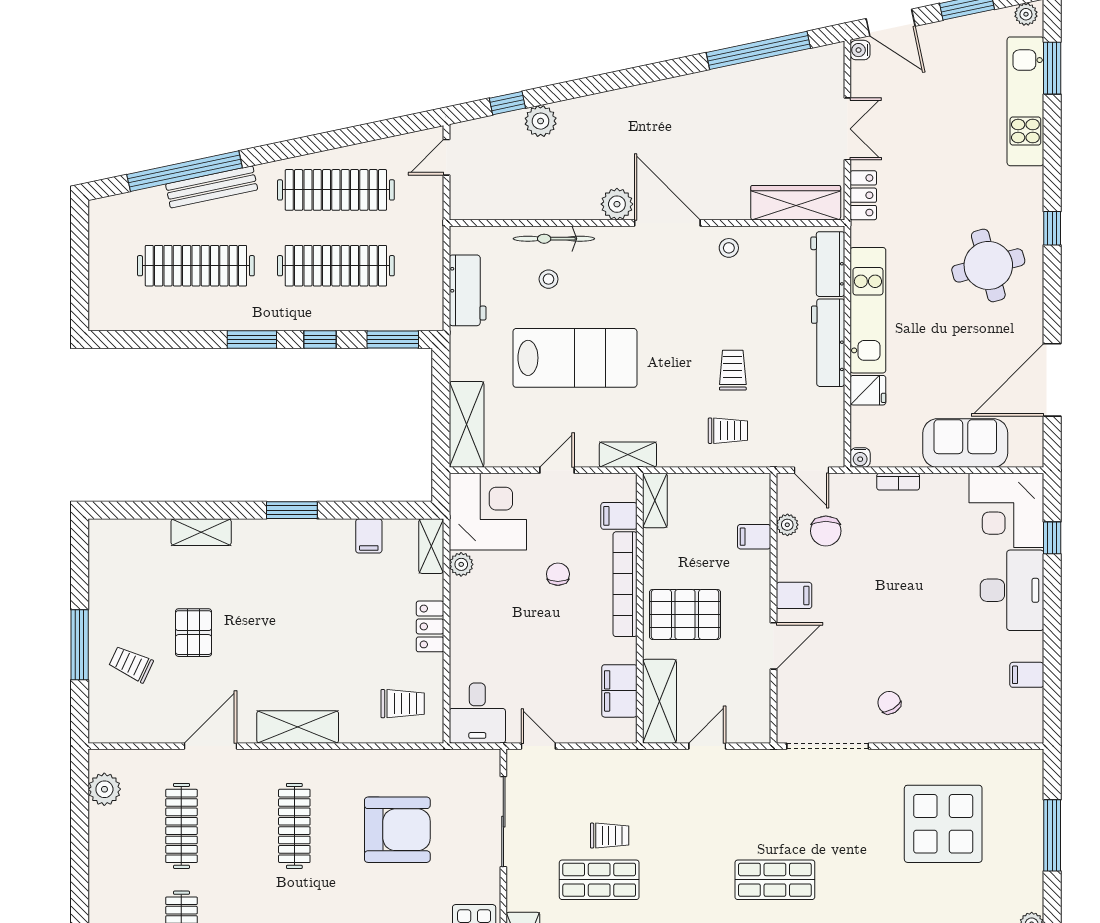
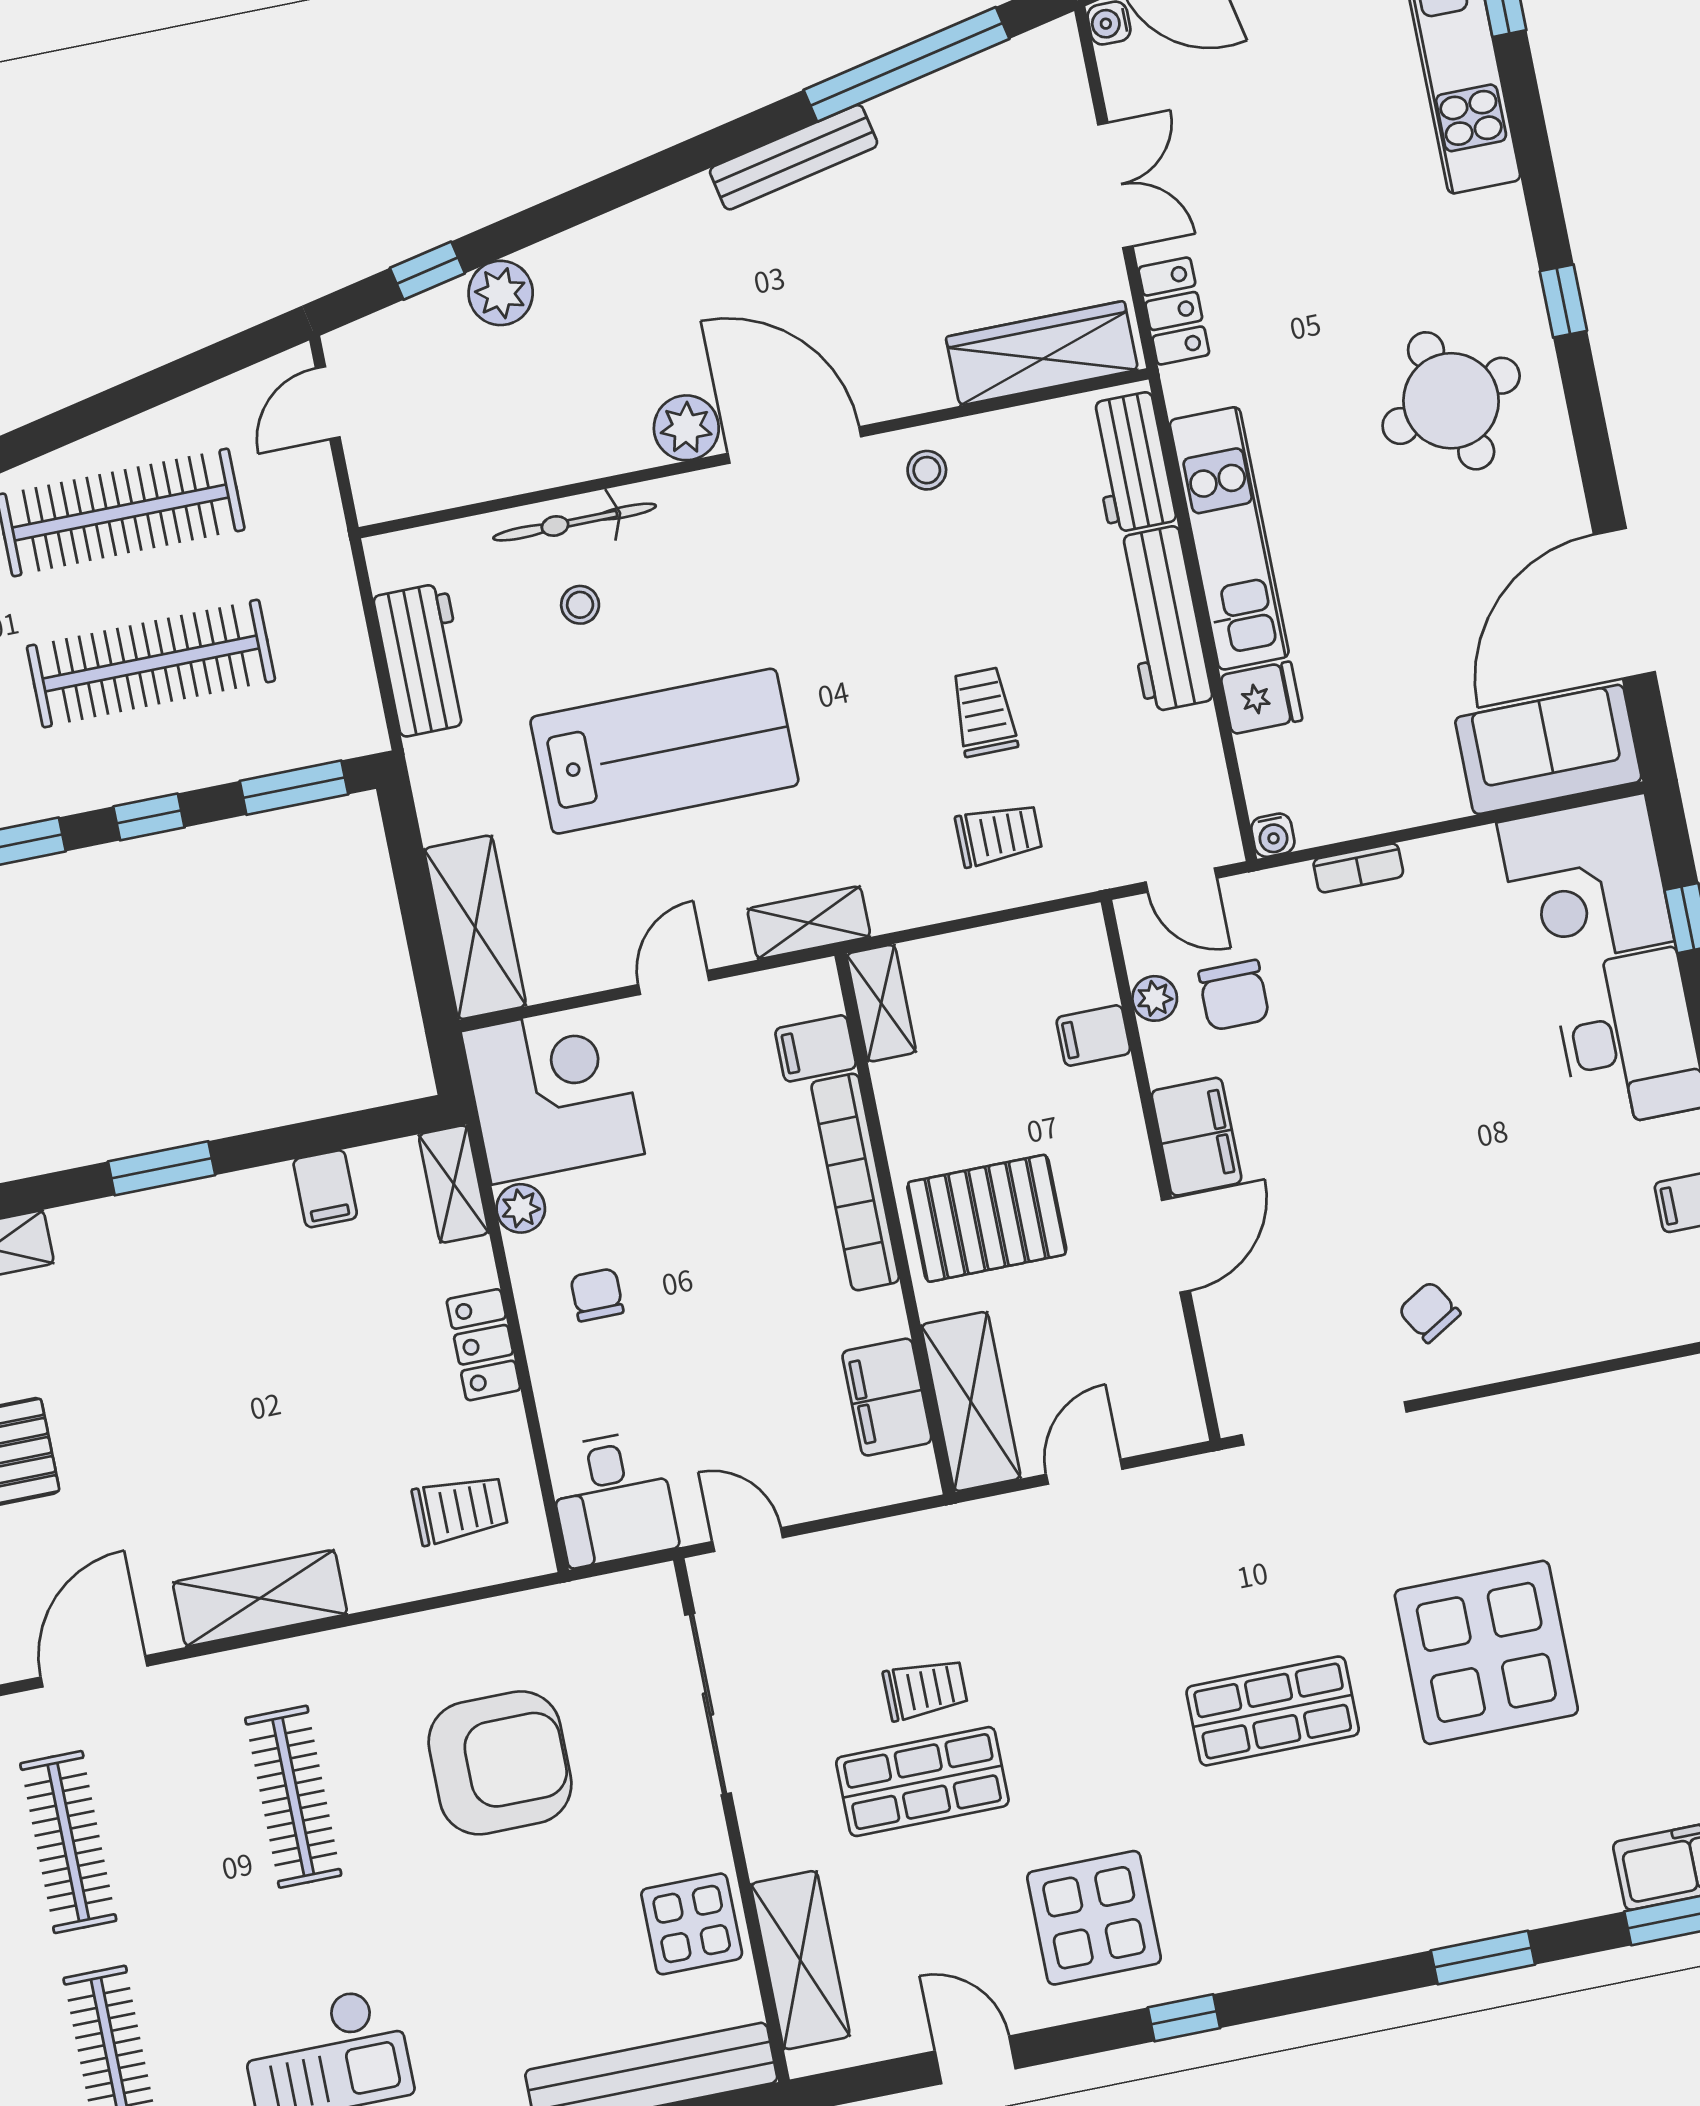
bench: (695, 84) -> (794, 157), added
sofa: (965, 443) -> (1548, 749), moved
chair: (558, 574) -> (597, 1295), moved
filing cabinet: (794, 595) -> (1196, 1137), width x2.00
display table: (943, 824) -> (1486, 1652), moved

